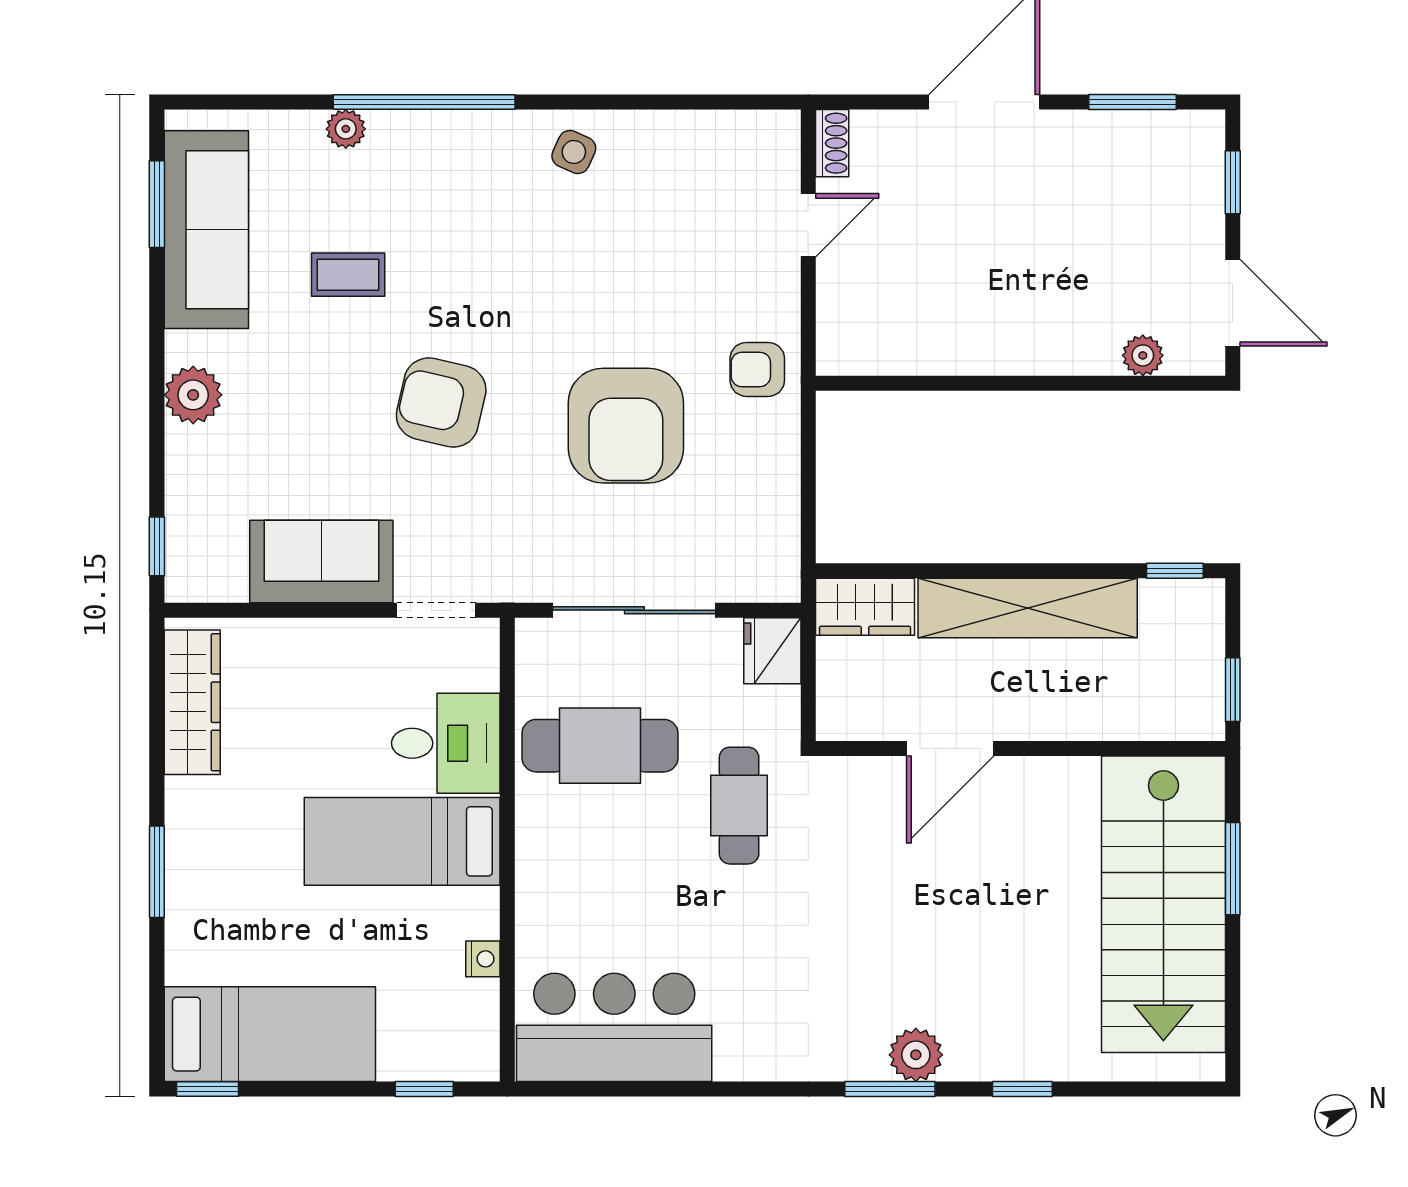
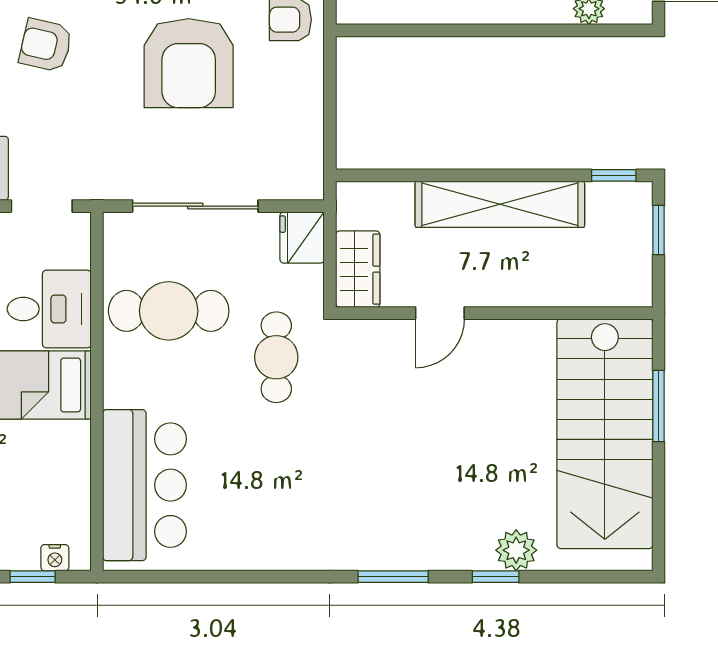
armchair: (441, 403) -> (46, 45), width x0.72, depth x0.72
wardrobe: (865, 607) -> (358, 269), moved, turned -90
window: (1233, 690) -> (658, 230), moved
door: (950, 748) -> (440, 313), width x0.73
nightstand: (483, 959) -> (55, 558), moved, turned 90
bar counter: (614, 1027) -> (144, 485), moved, turned 90
plant: (916, 1055) -> (516, 550), moved

